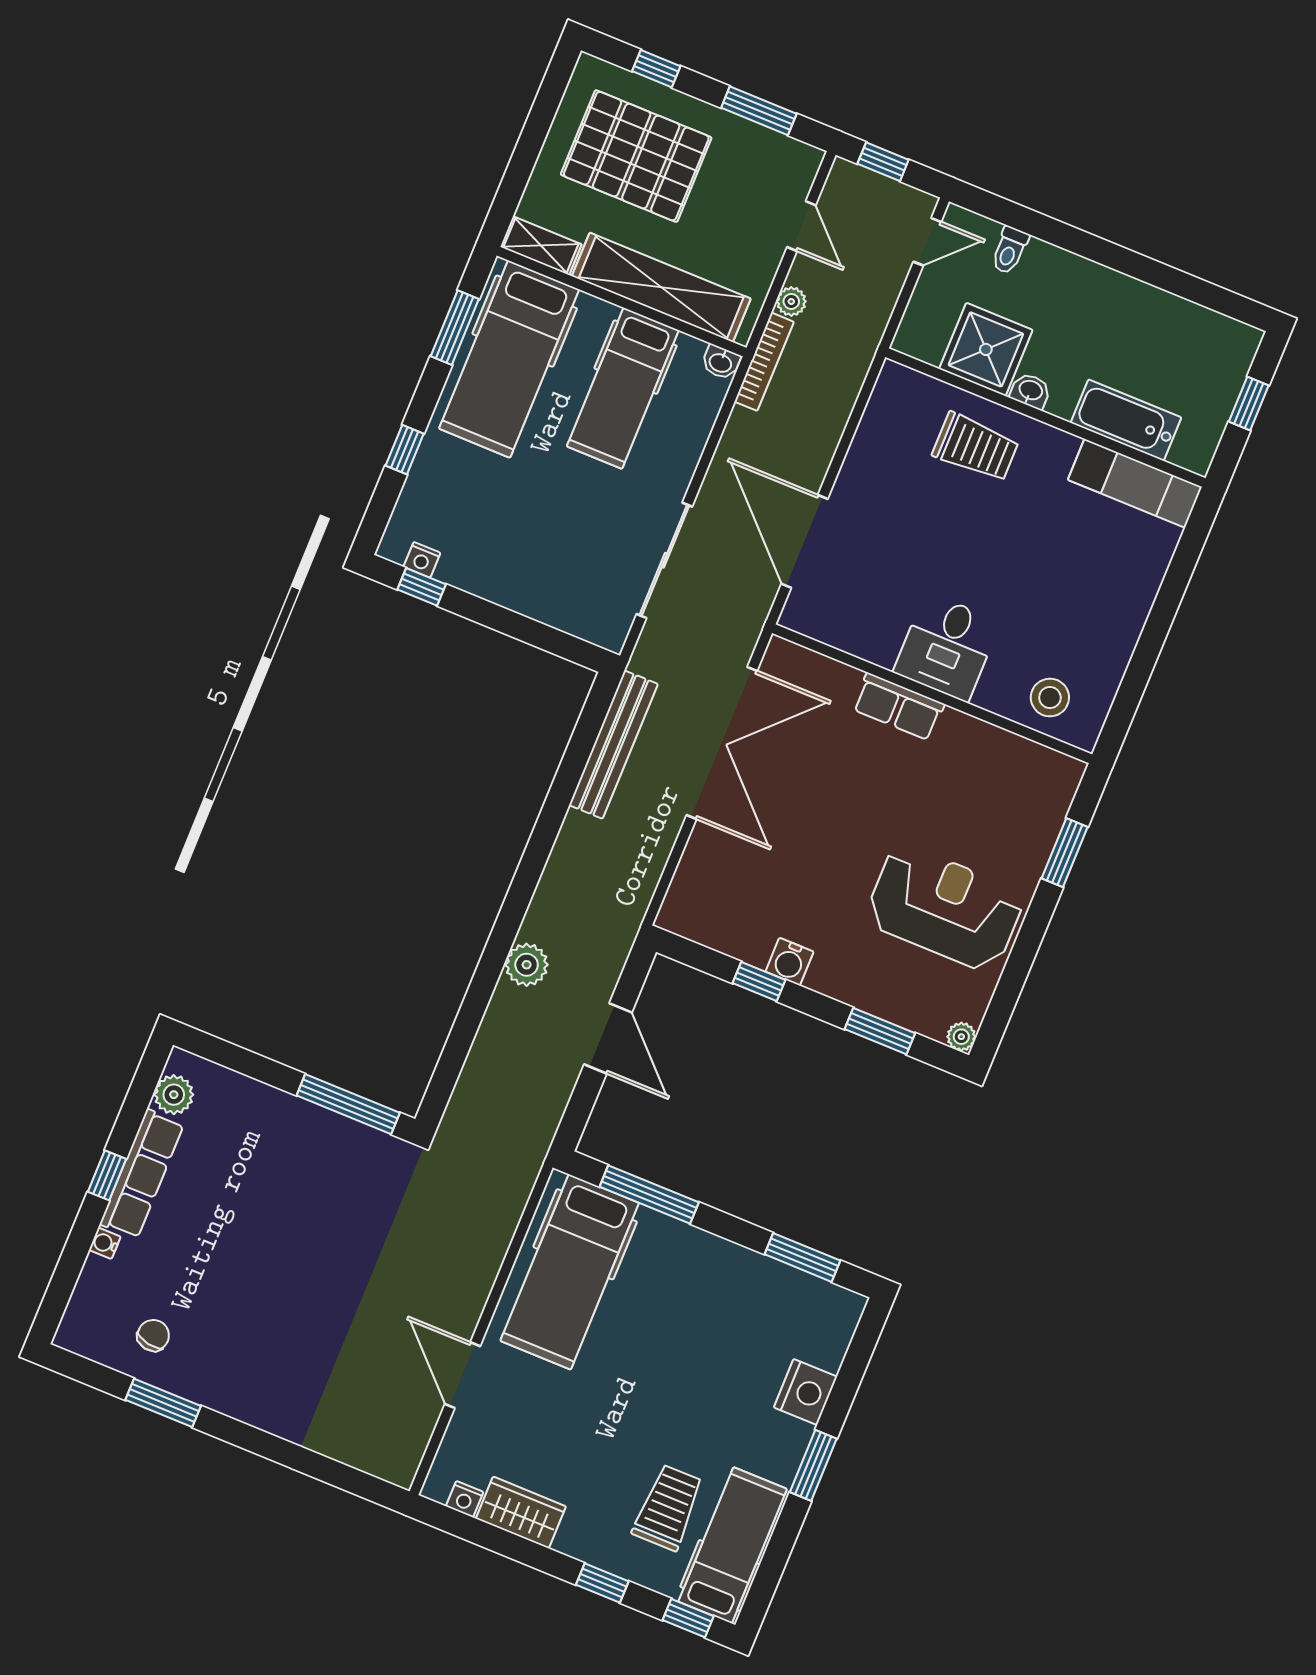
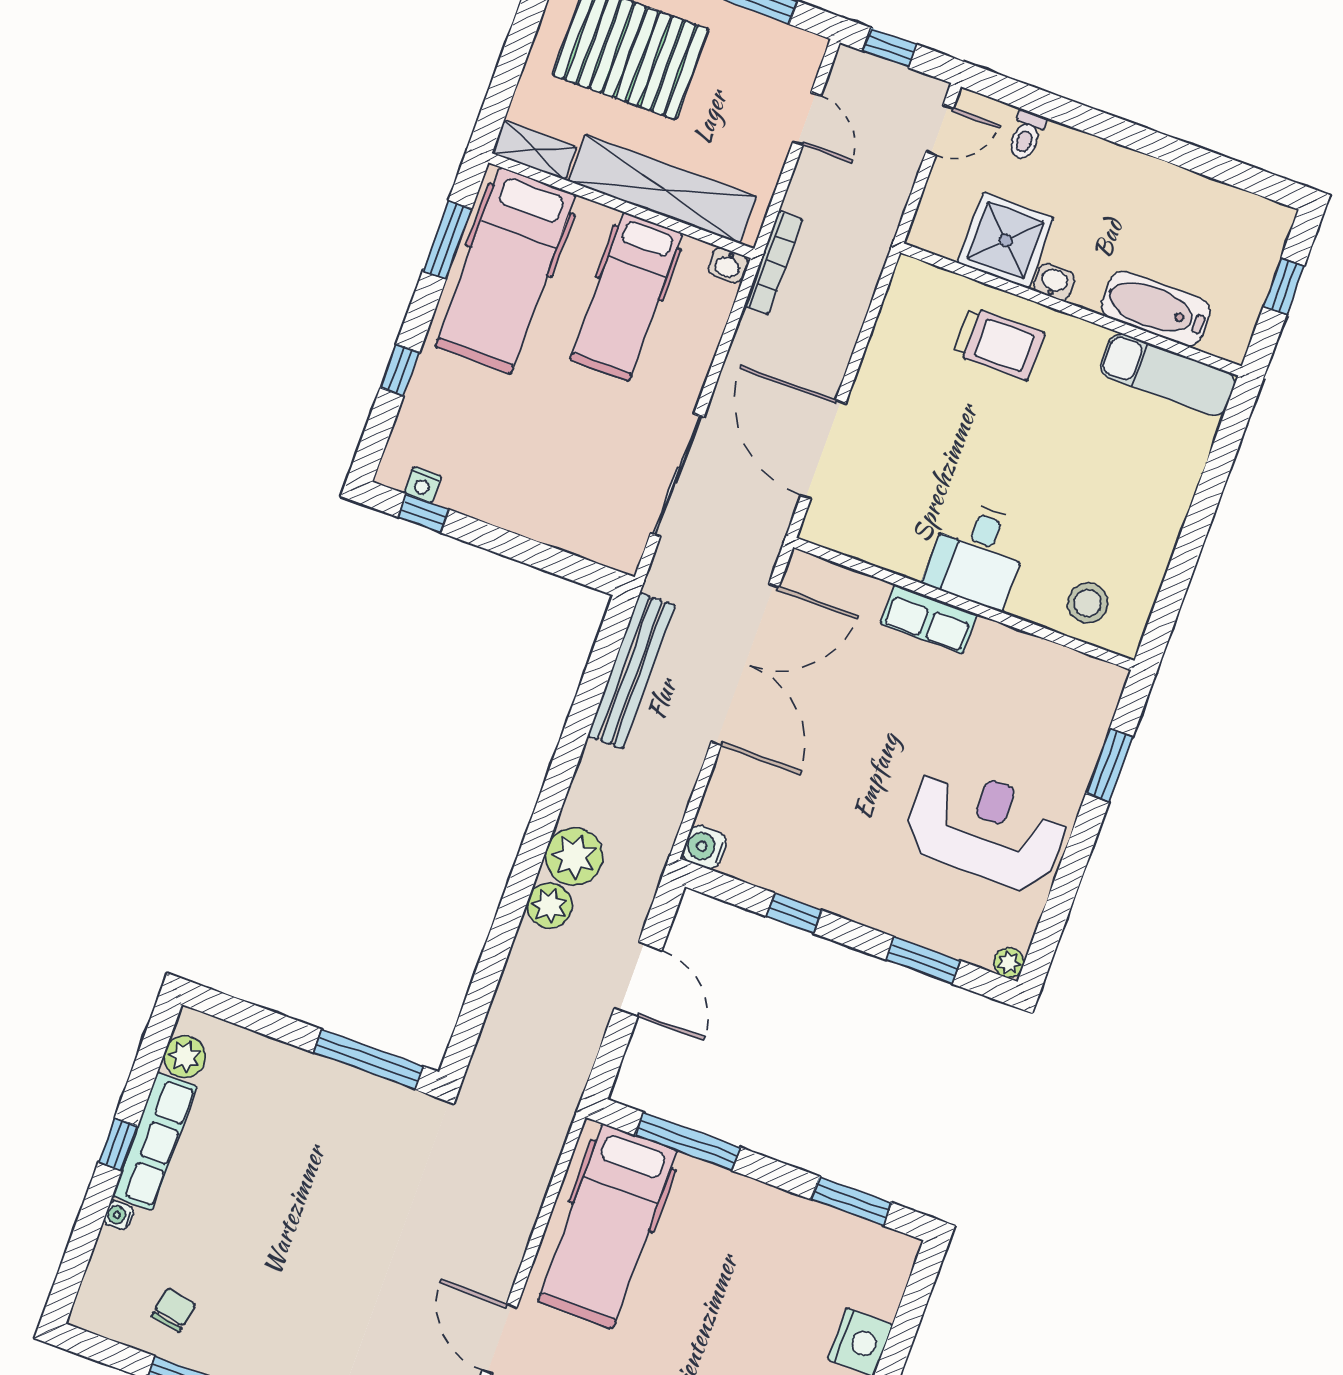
plant: (791, 301) -> (574, 857), moved, width x1.87, depth x1.87
water cooler: (790, 962) -> (704, 847), moved, turned 90

